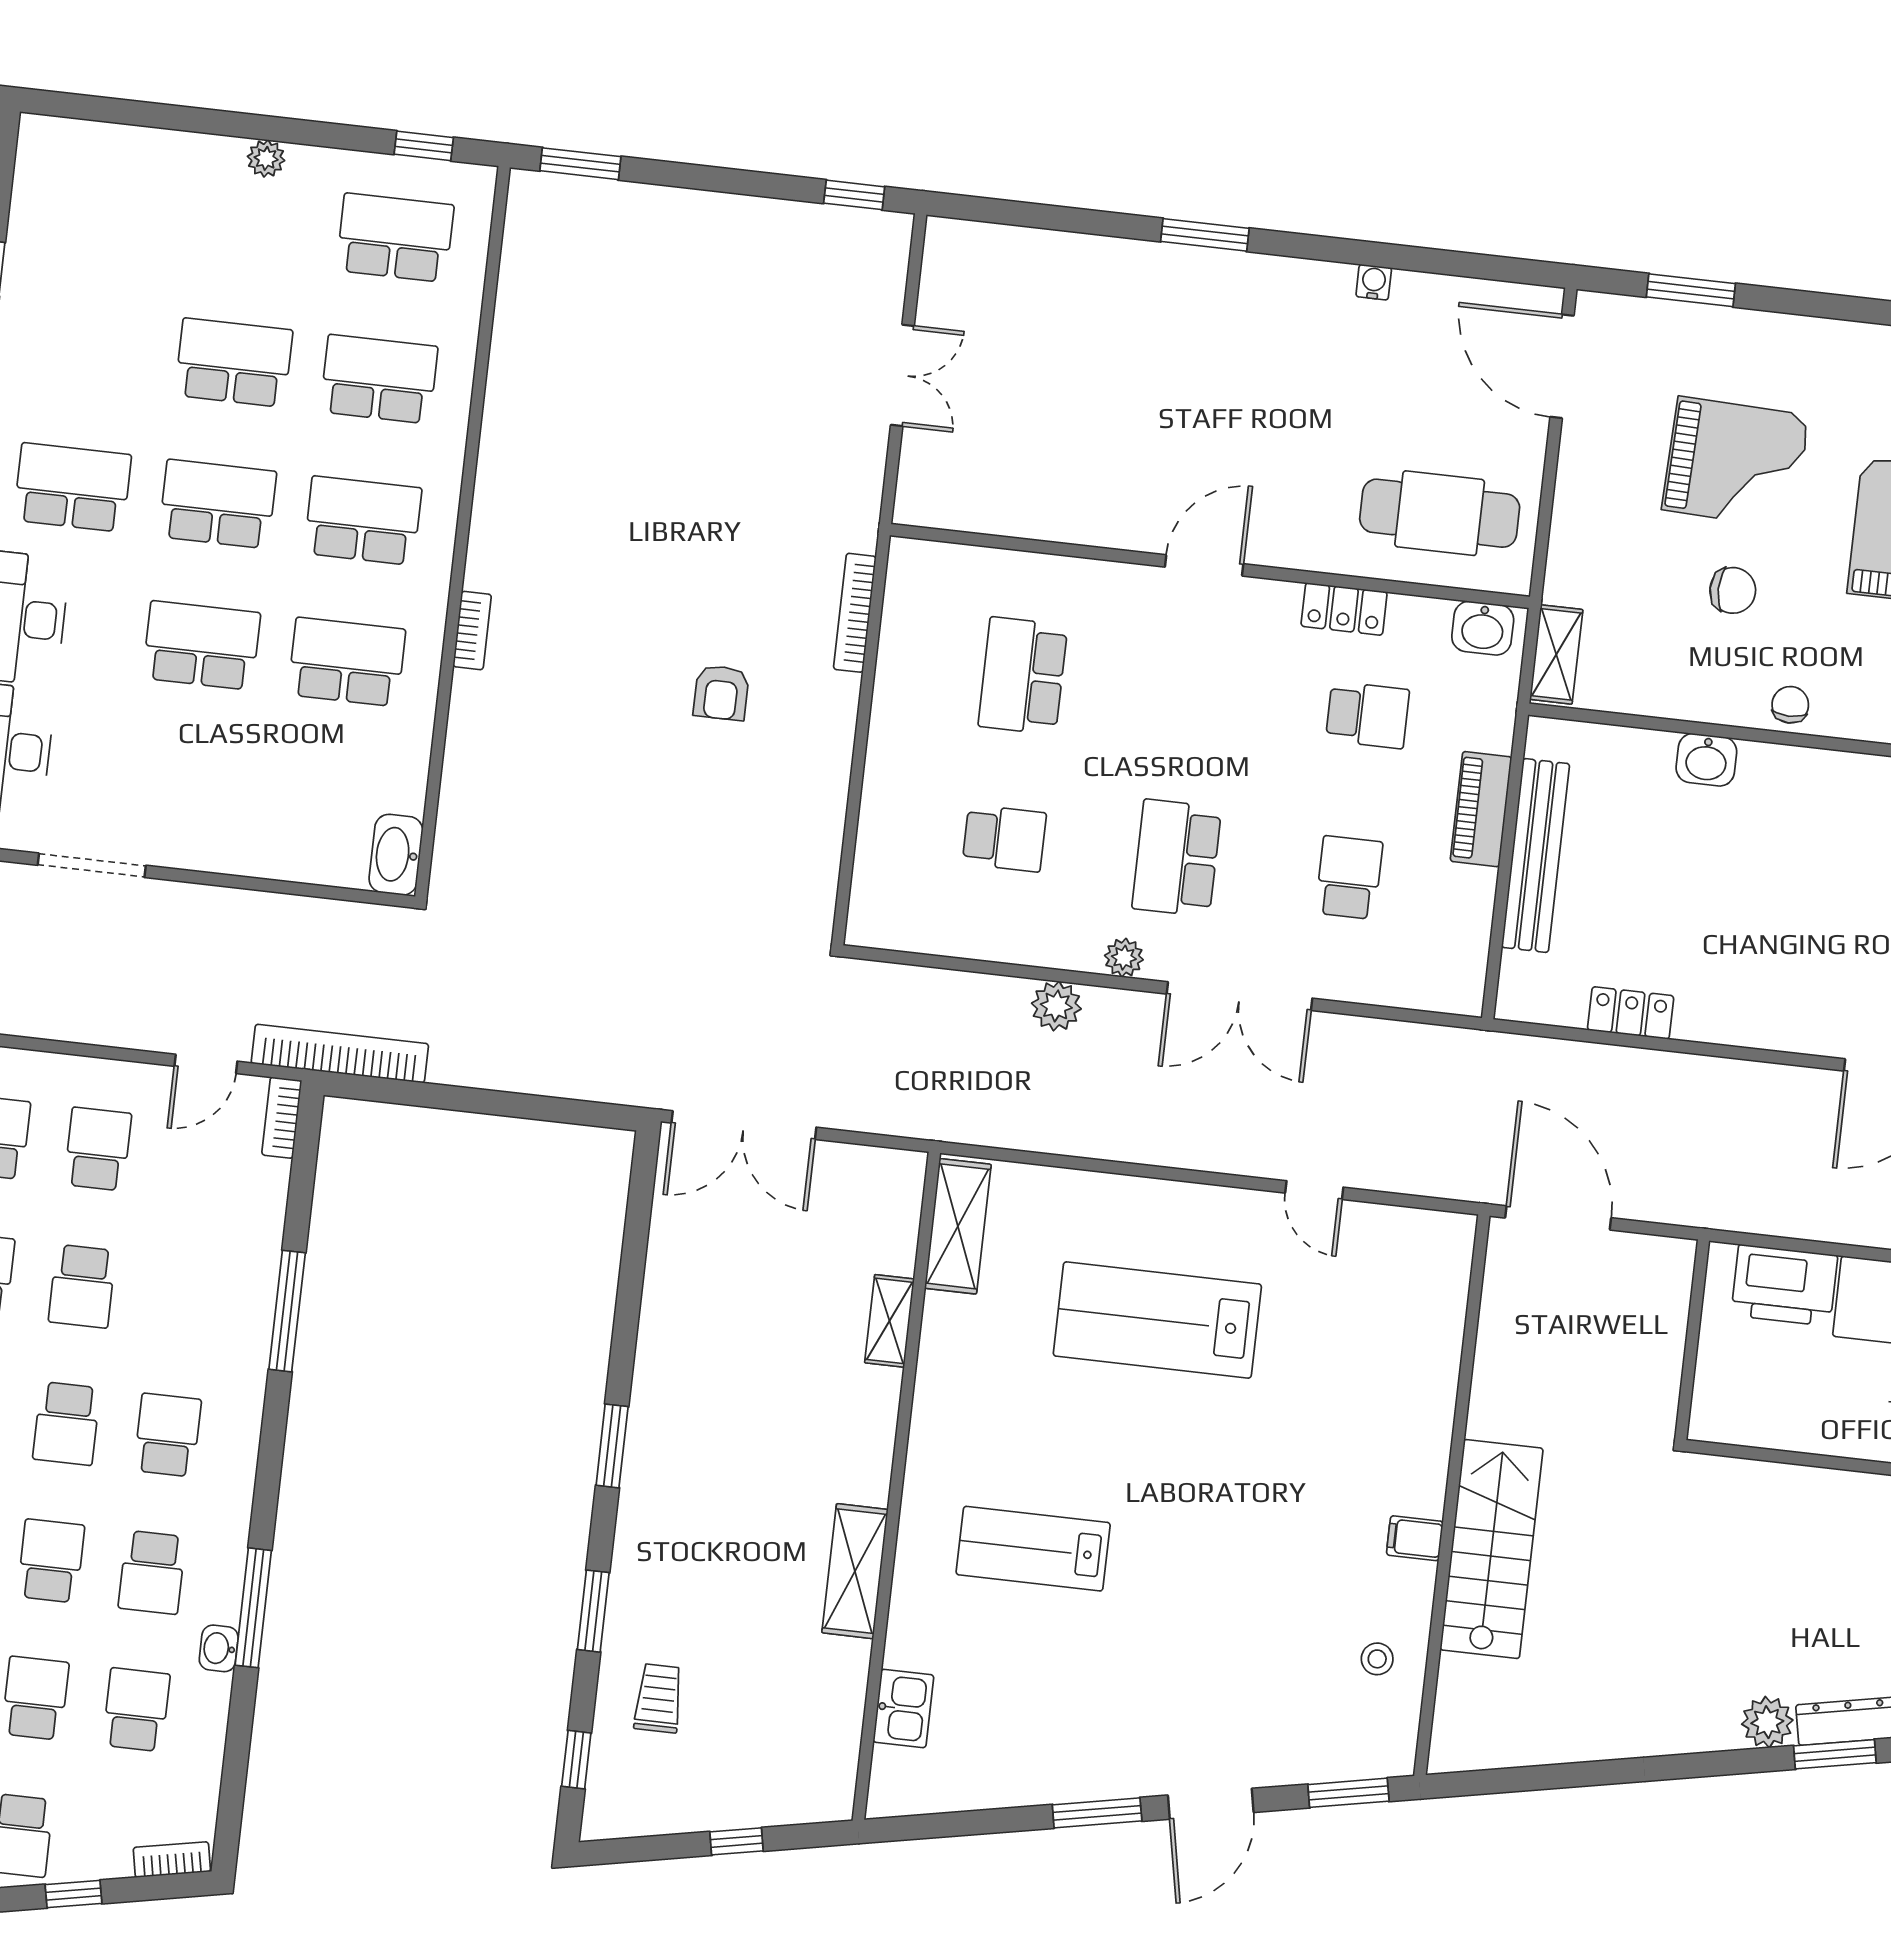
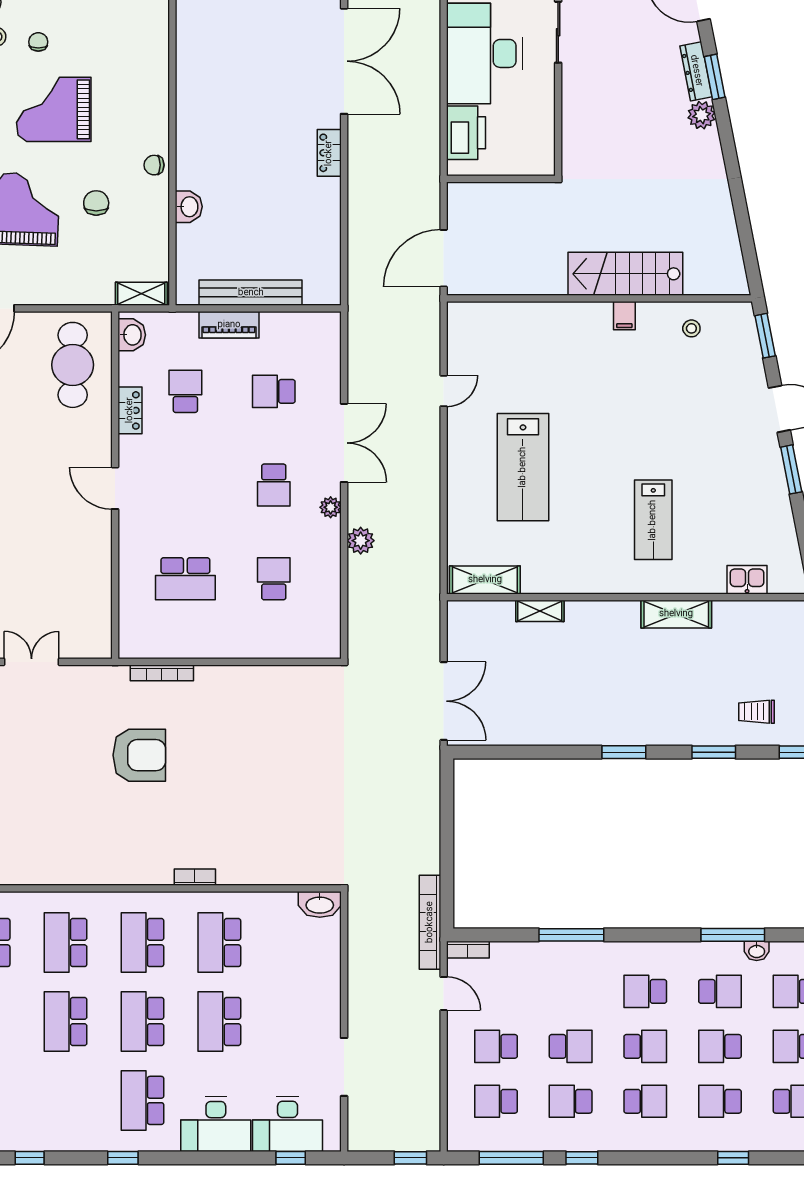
armchair: (721, 693) -> (139, 755), moved, width x1.88, depth x1.88
school desk: (1177, 858) -> (274, 485), width x0.54
locker: (1631, 1013) -> (329, 153), moved

